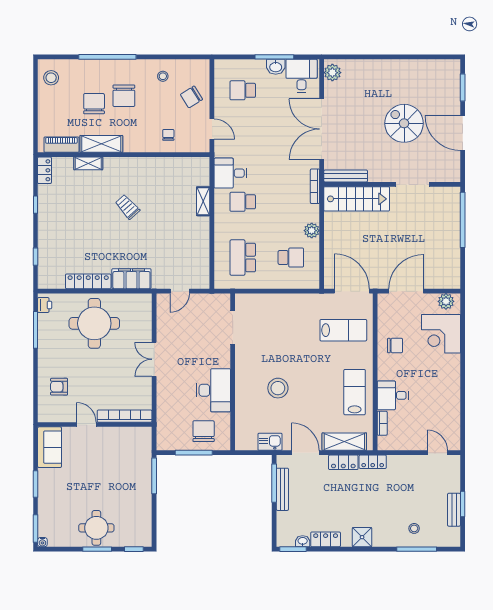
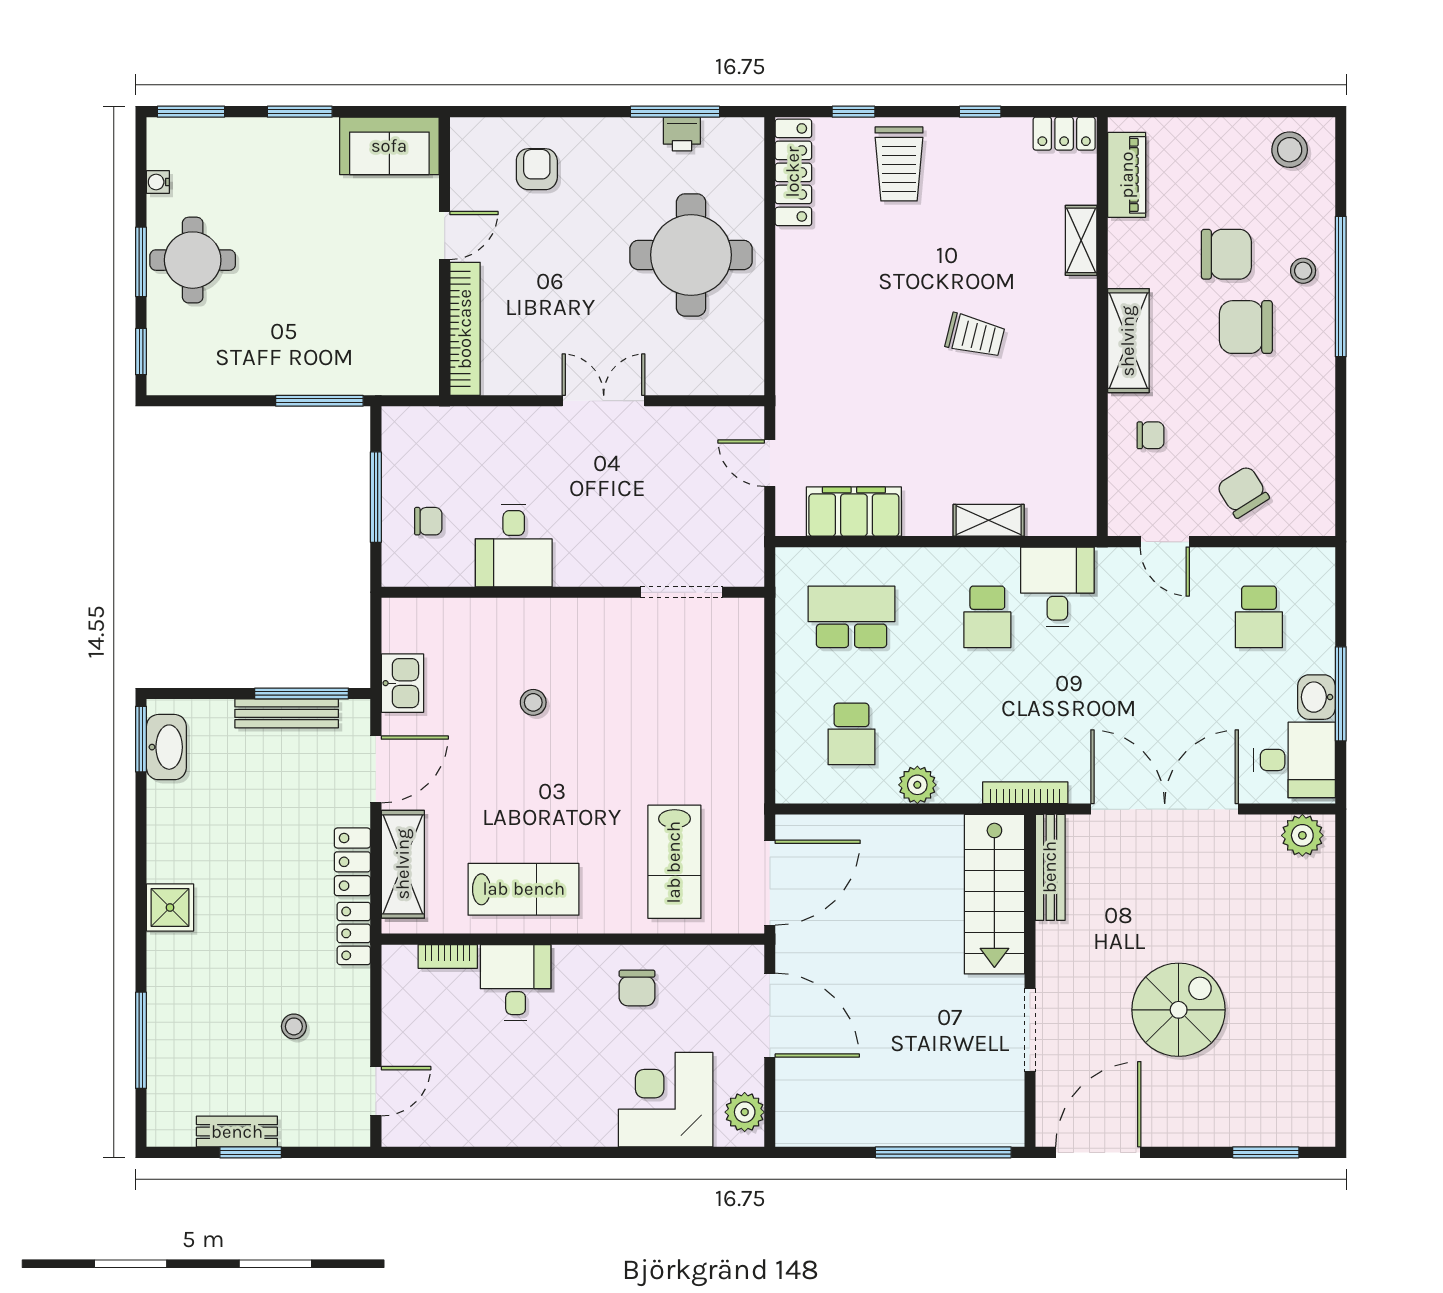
stool: (163, 76) -> (1303, 271), moved
school desk: (243, 90) -> (1259, 617), turned 180
door: (212, 129) -> (1165, 542), hinge flipped
door: (463, 133) -> (1098, 1152), moved
shelving: (101, 144) -> (1128, 341), moved
school desk: (243, 202) -> (987, 617), turned 180
trolley: (127, 207) -> (975, 336), turned 56
trolley: (57, 238) -> (899, 164), added
filing cabinet: (131, 279) -> (854, 512), moved, turned -90
locker: (88, 281) -> (793, 172), moved
printer: (45, 305) -> (682, 134), moved
stool: (278, 388) -> (533, 702), width x0.53, depth x0.53
desk: (213, 390) -> (514, 545), width x0.73
chair: (204, 431) -> (428, 521), width x0.54, depth x0.54
stool: (414, 528) -> (294, 1026), moved
locker: (326, 539) -> (165, 819), removed
washbasin: (303, 541) -> (166, 747), width x1.91, depth x1.45
water cooler: (42, 542) -> (158, 182), moved

